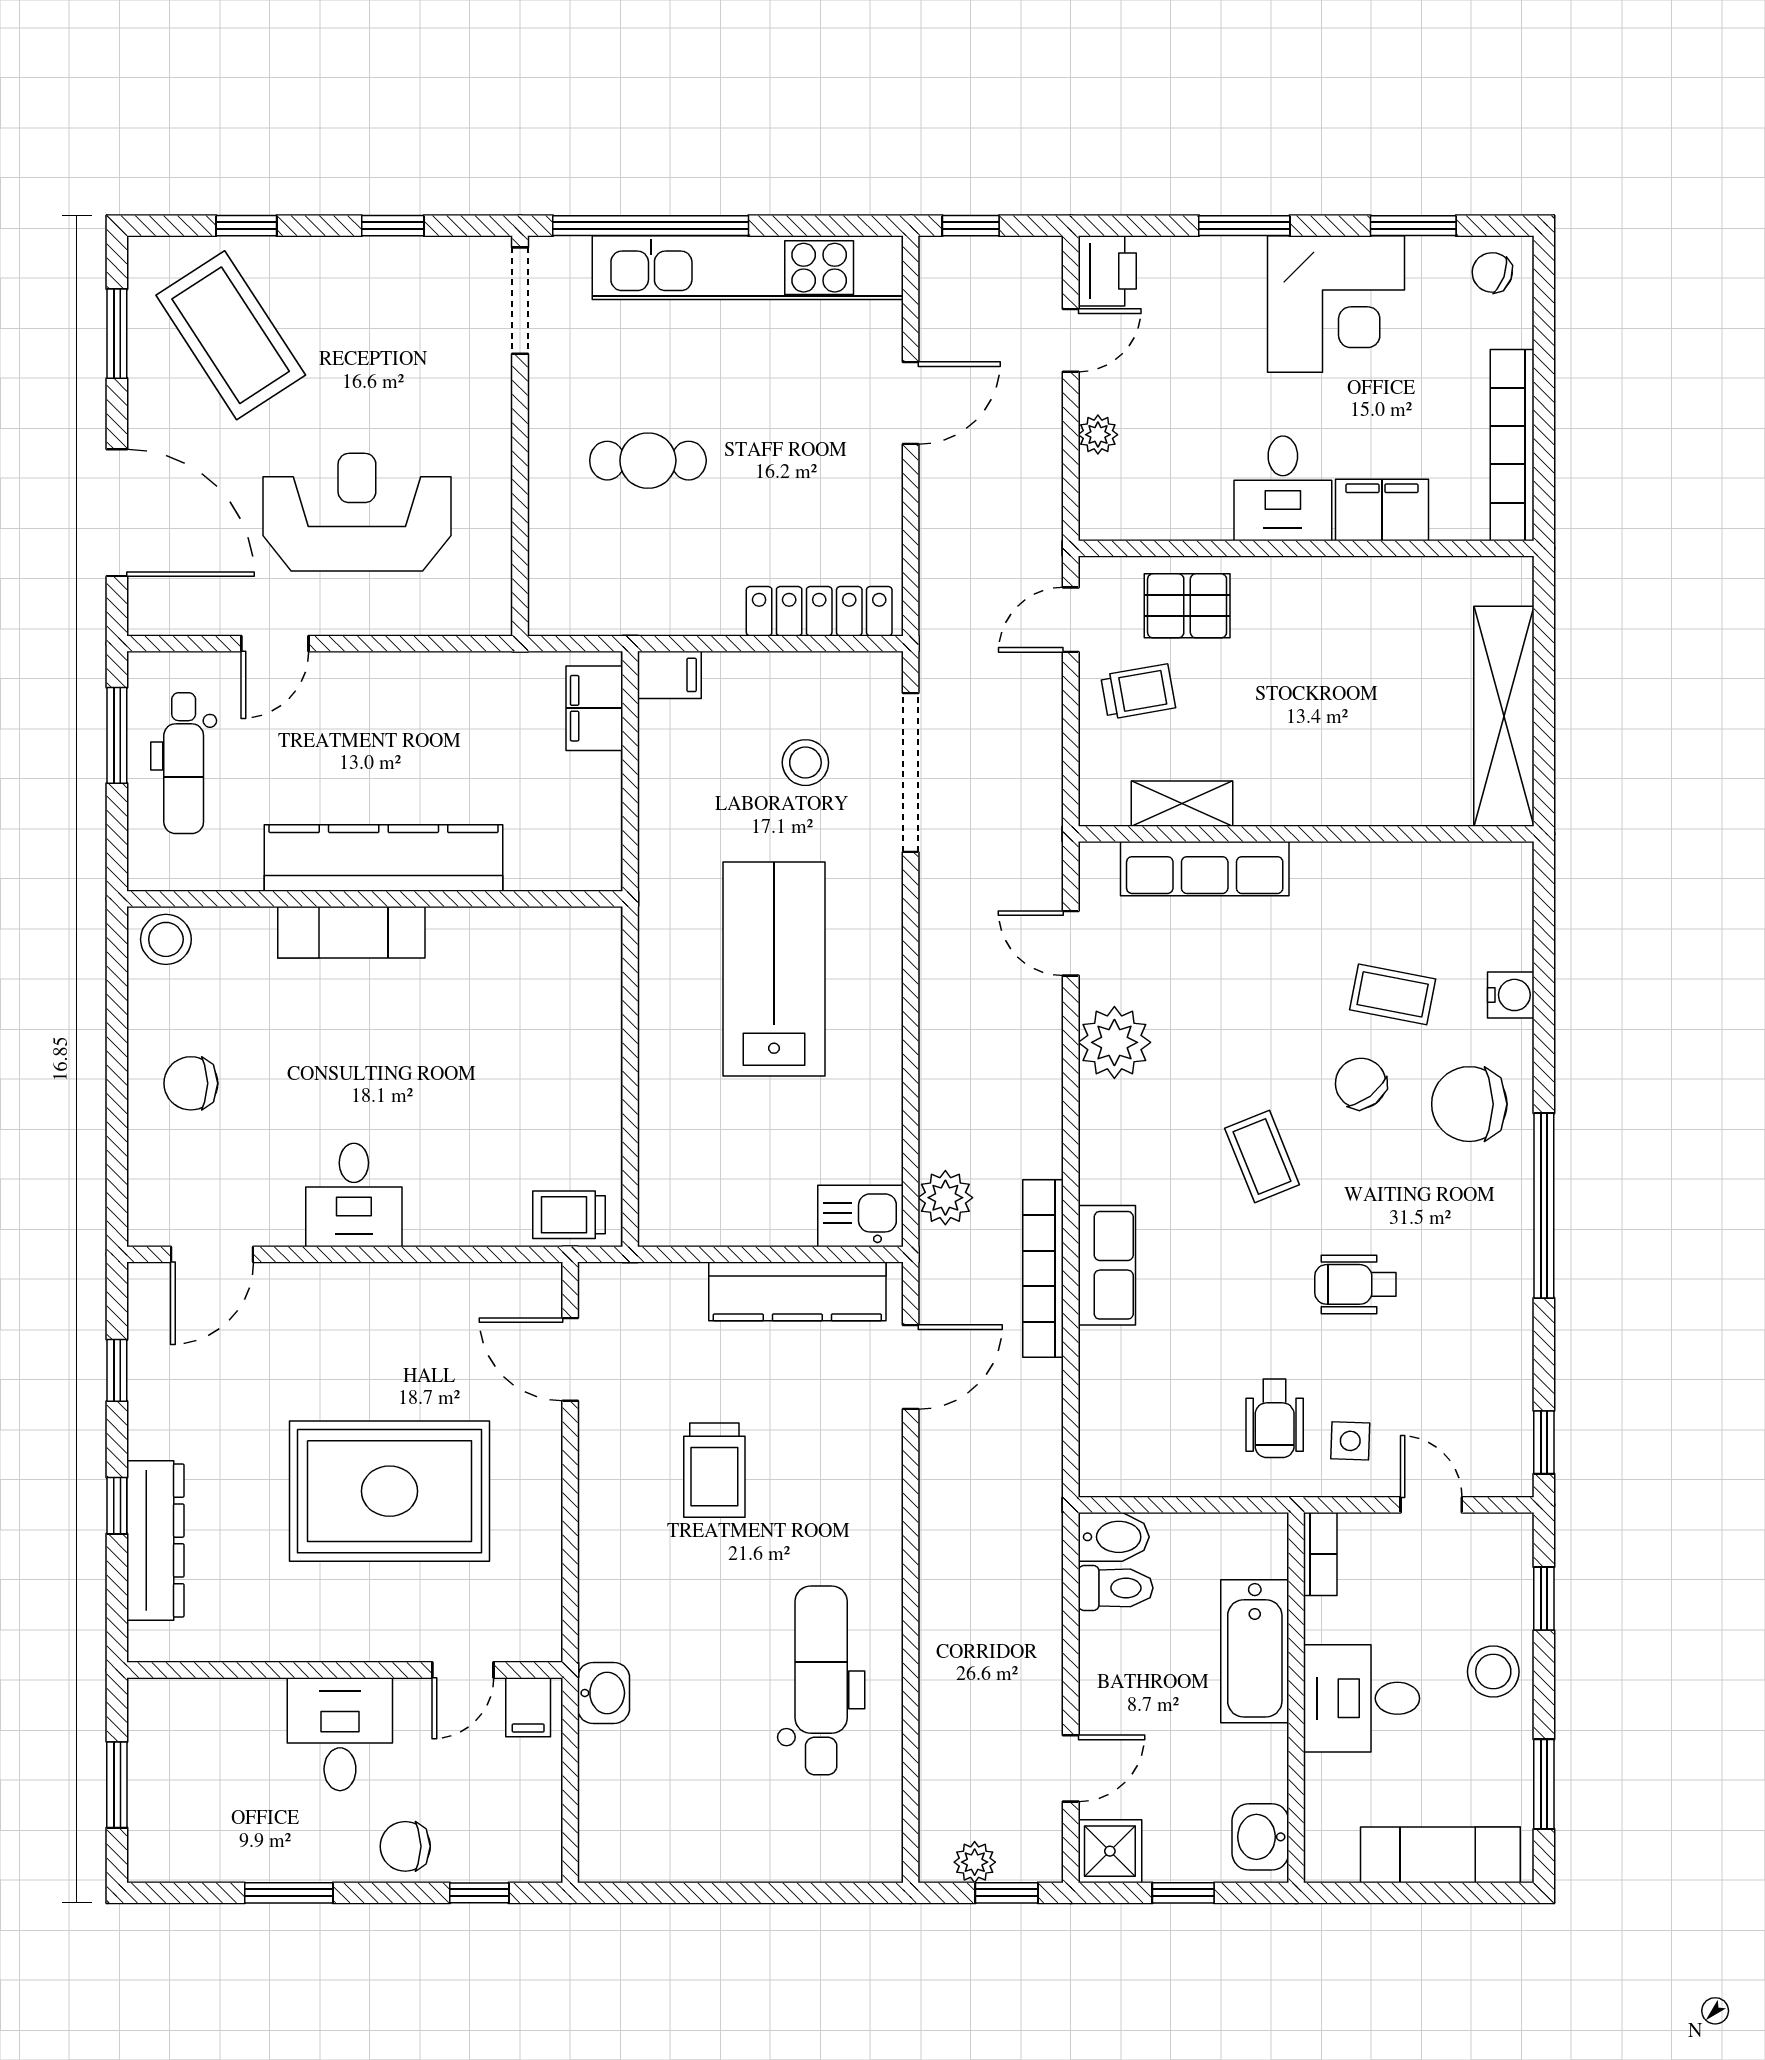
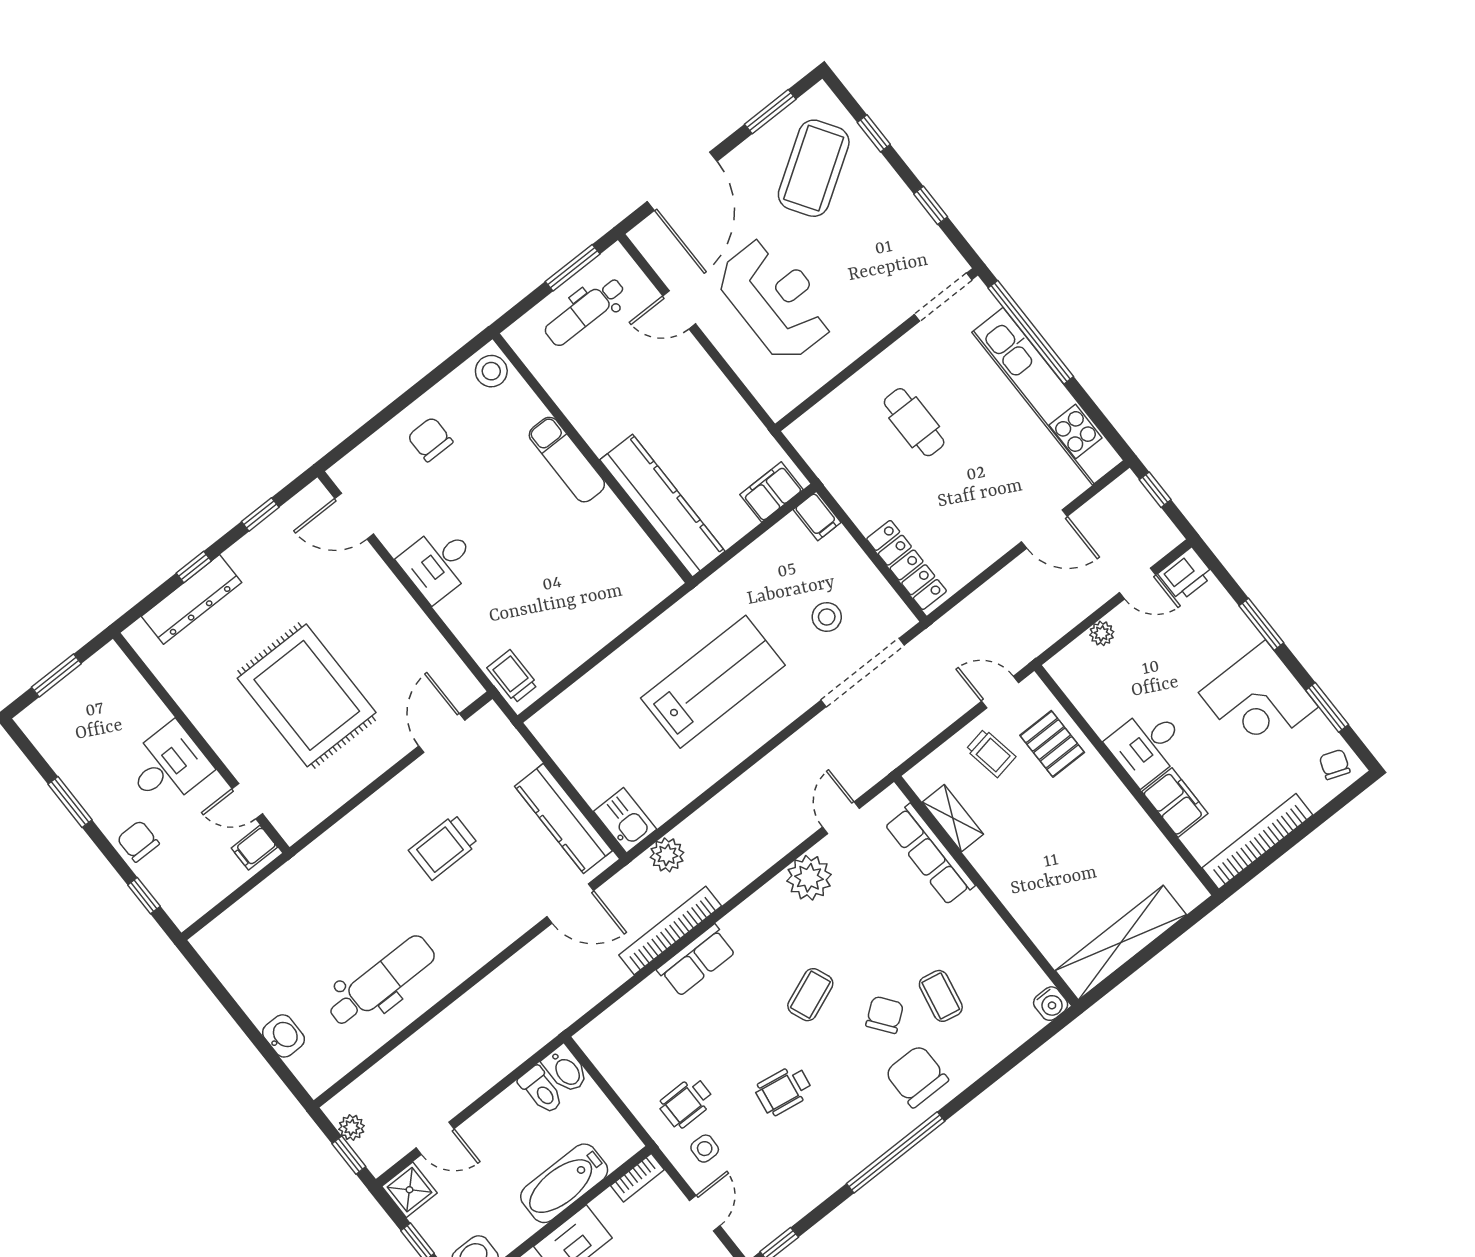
kitchen counter: (383, 858) -> (662, 506), moved
water cooler: (1511, 995) -> (1051, 1004), moved
wheelchair: (1355, 1284) -> (784, 1090), turned -81
washbasin: (604, 1693) -> (283, 1036), moved, turned -90

